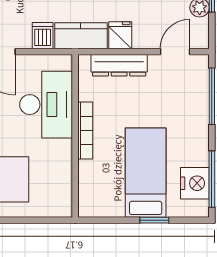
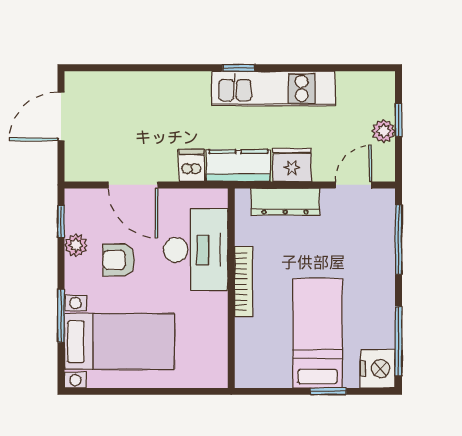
fridge: (120, 35) -> (292, 165), width x1.38
nightstand: (195, 183) -> (378, 369), moved

